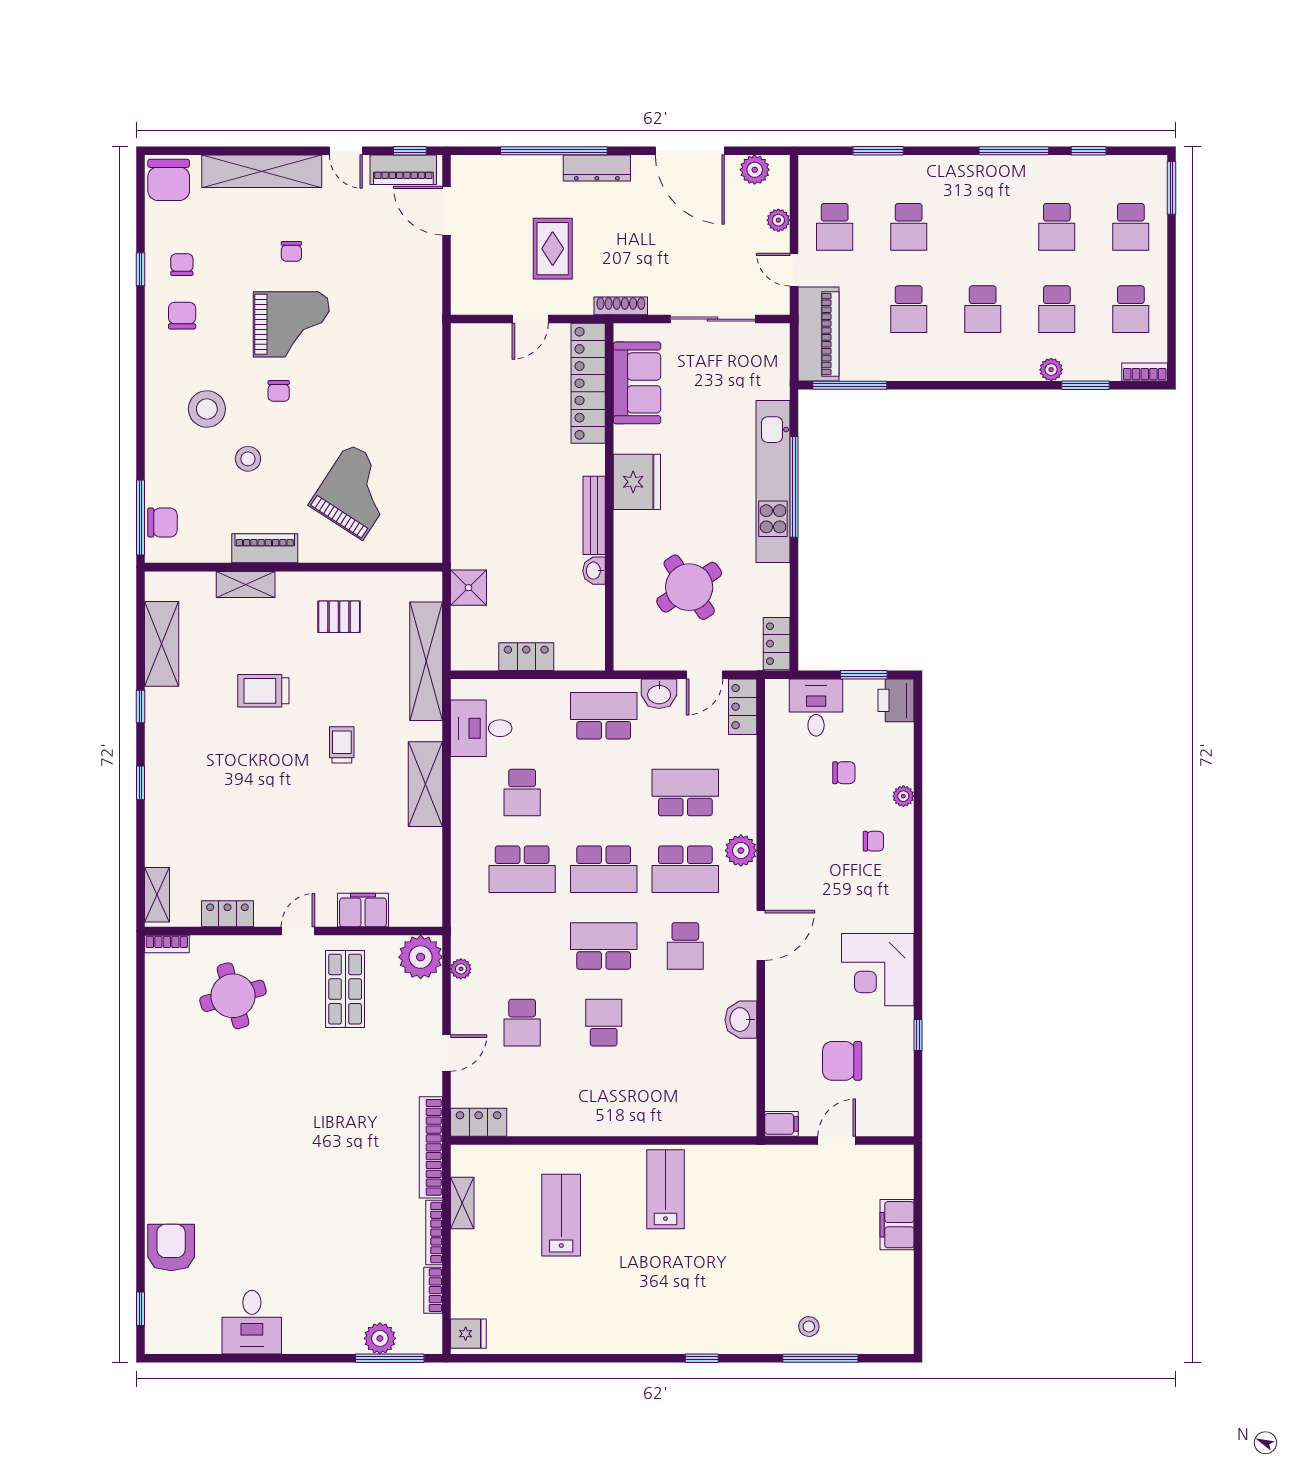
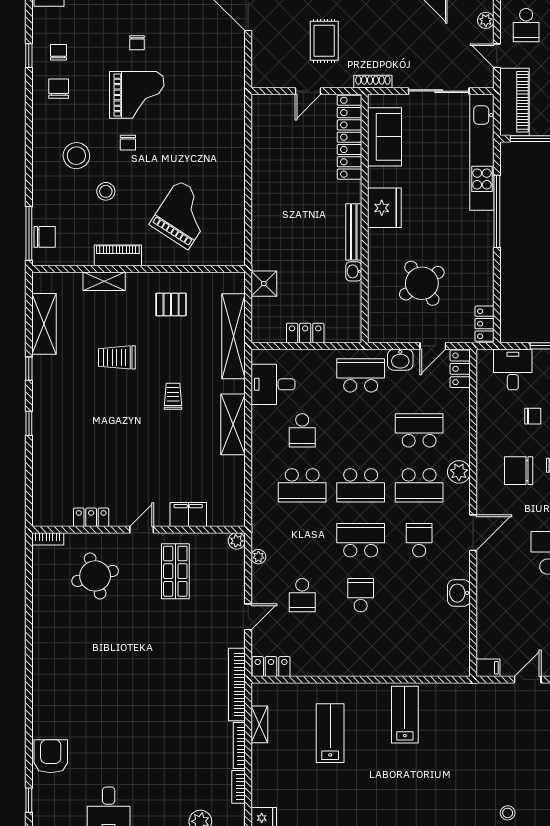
kitchen unit: (773, 481) -> (482, 152), moved
shelving: (157, 895) -> (41, 504), removed
school desk: (685, 946) -> (419, 540), turned 180
plant: (421, 957) -> (237, 541), width x0.53, depth x0.53
chair: (842, 1061) -> (519, 471), moved

